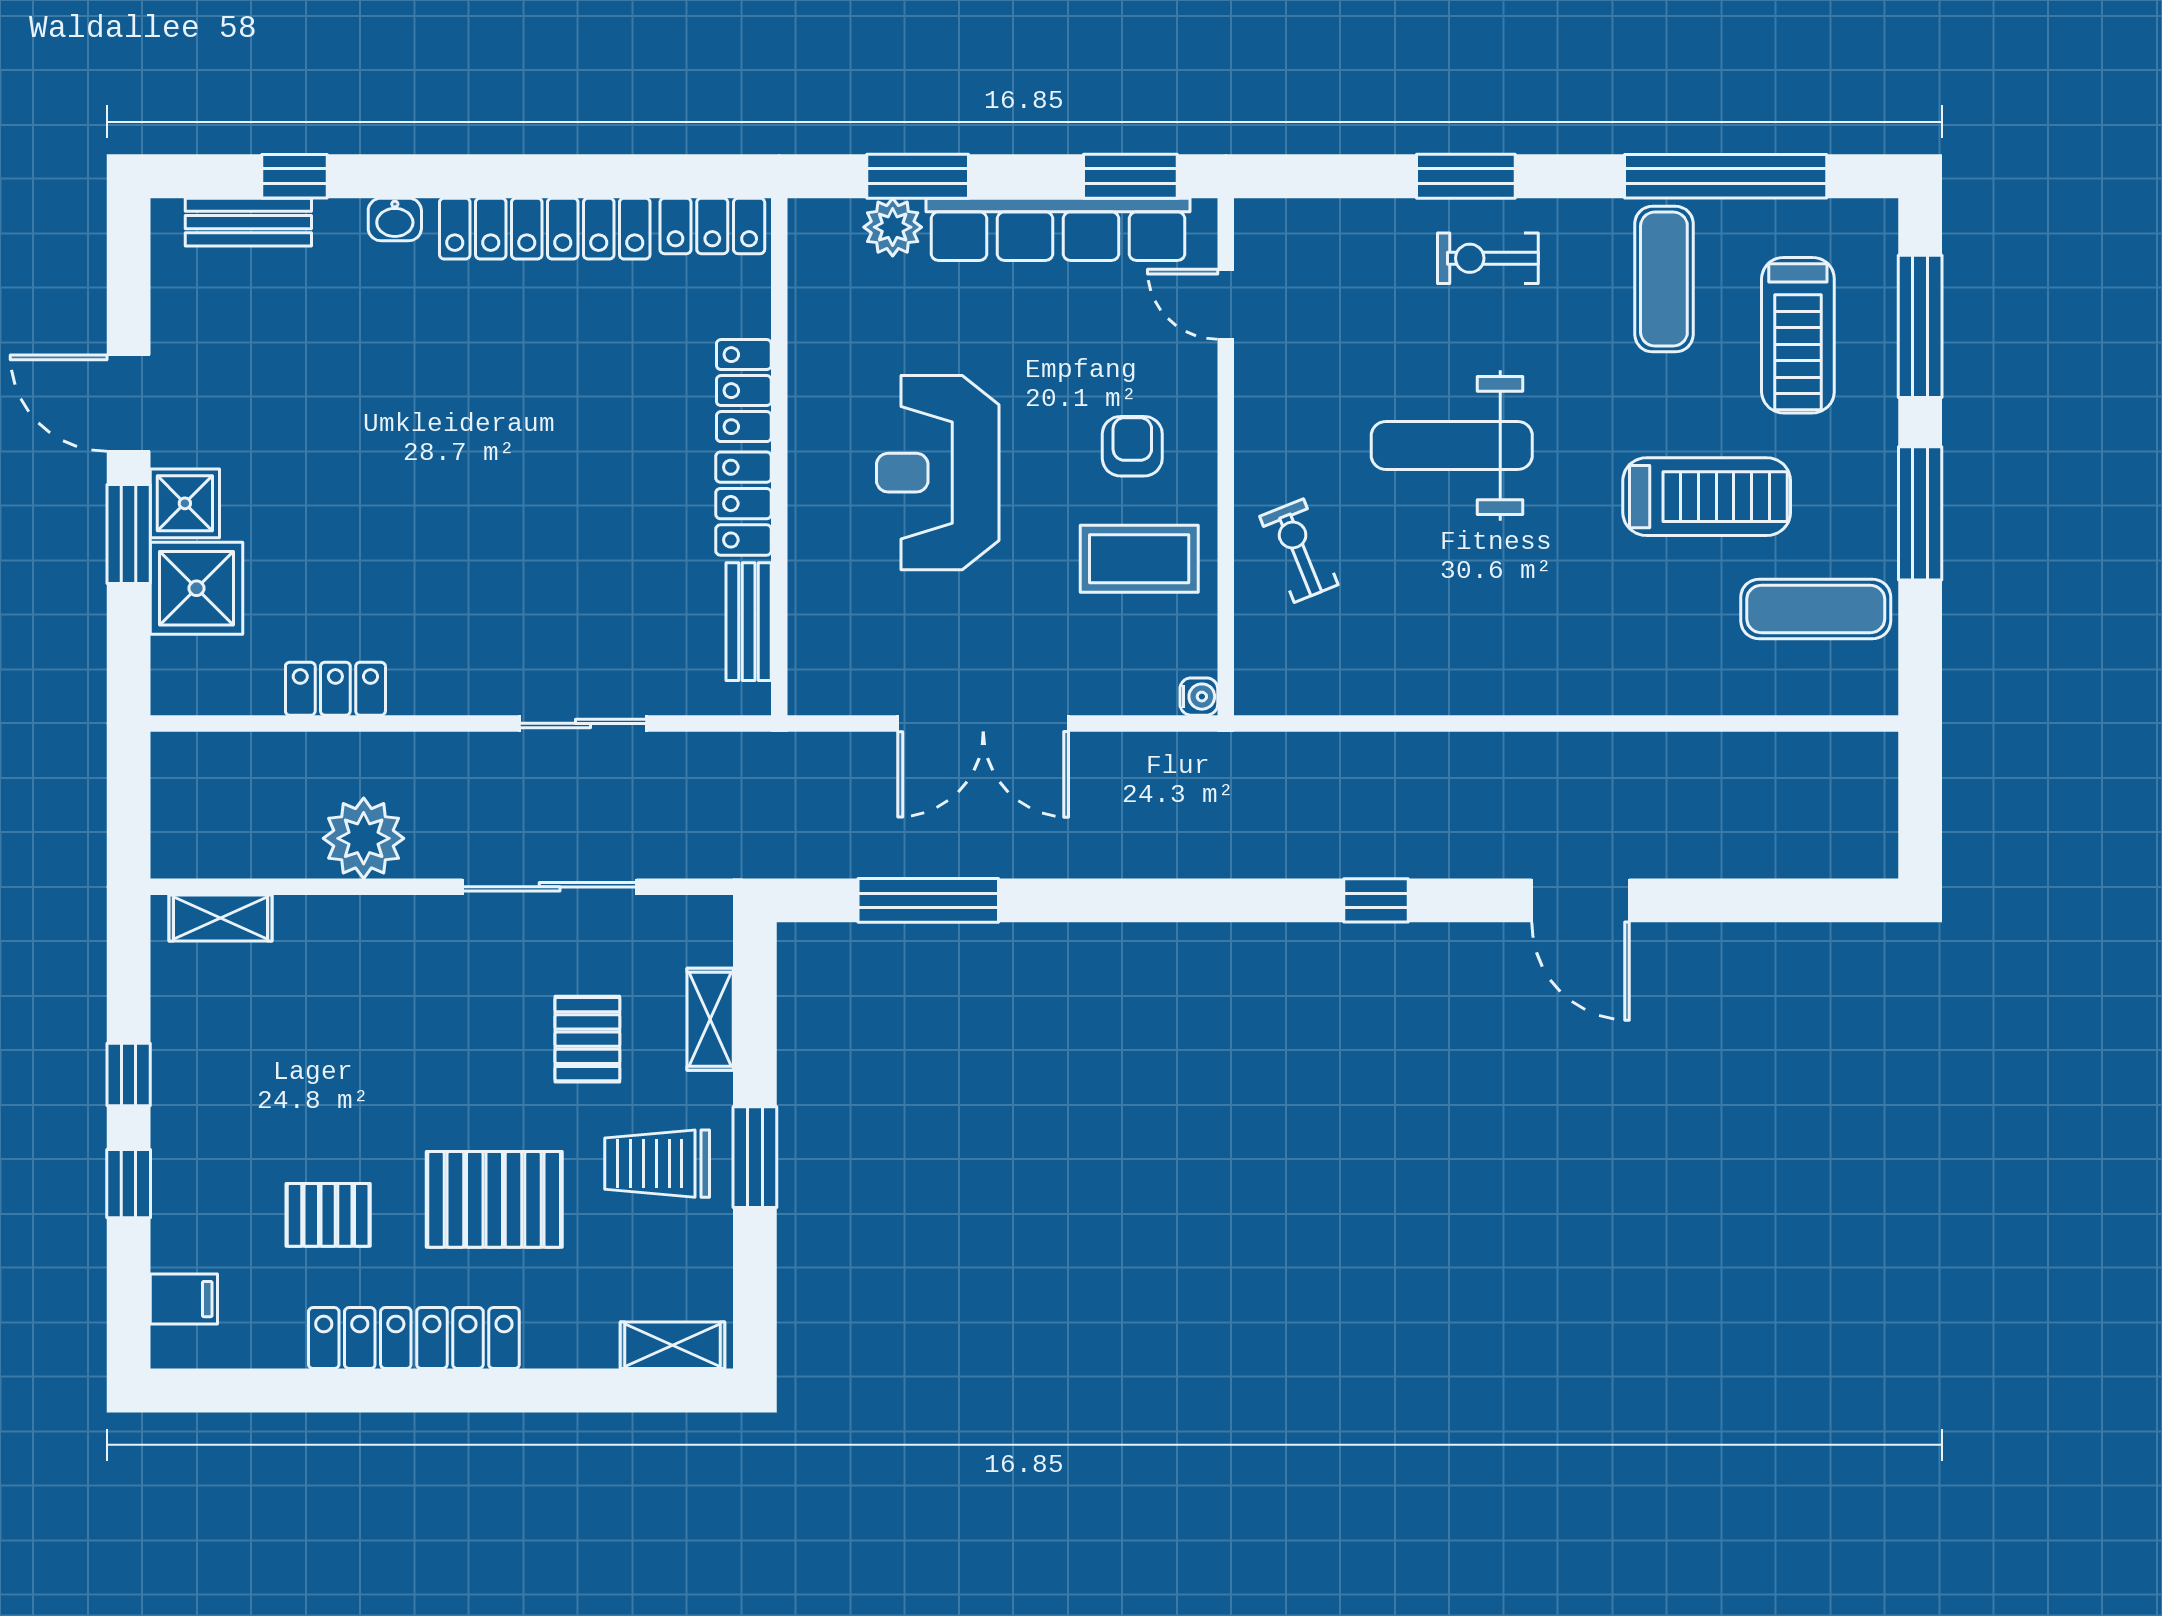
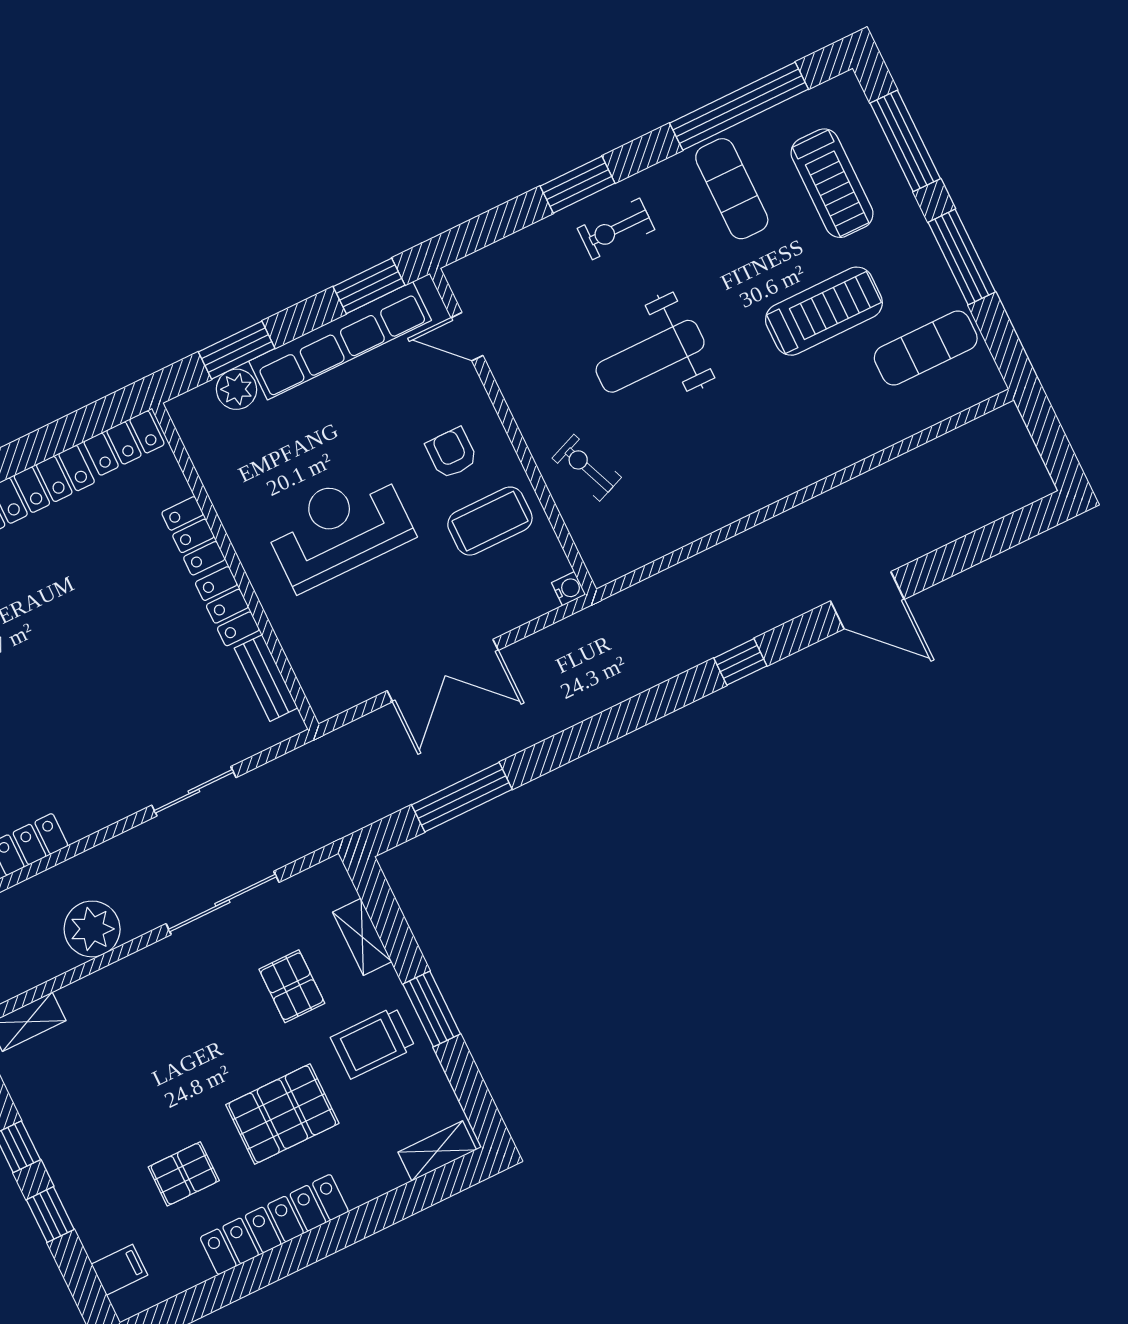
reception desk: (938, 473) -> (339, 528), turned 90

